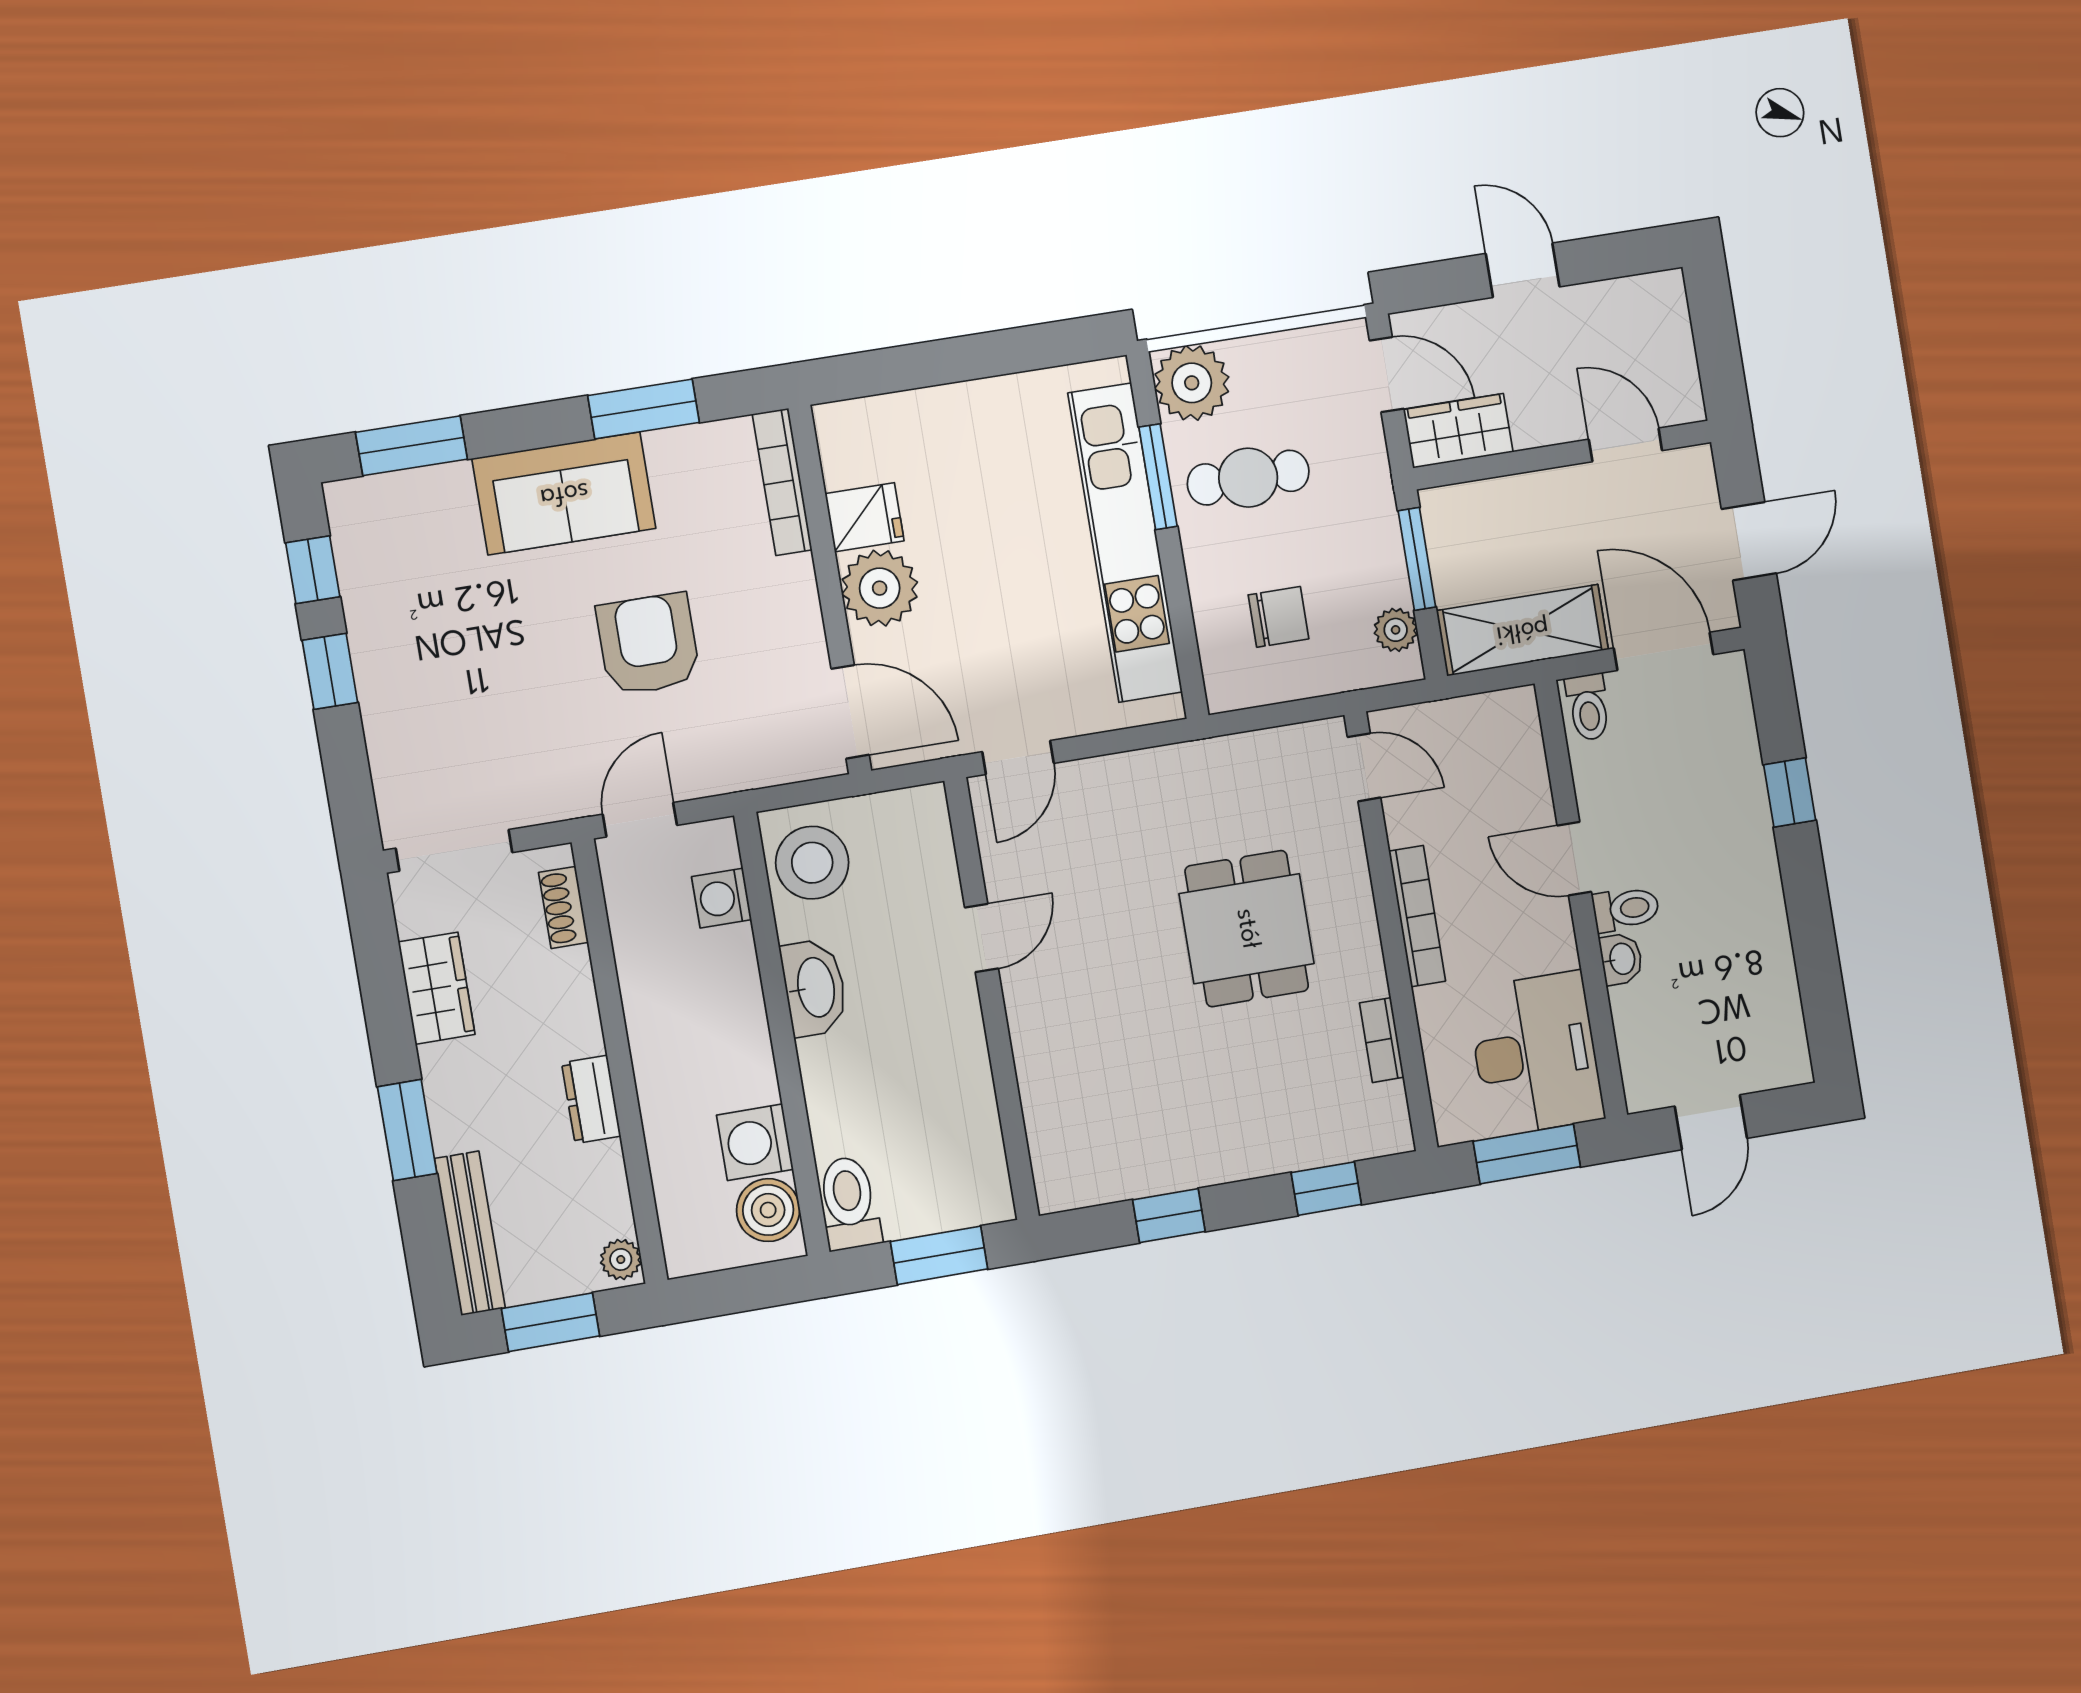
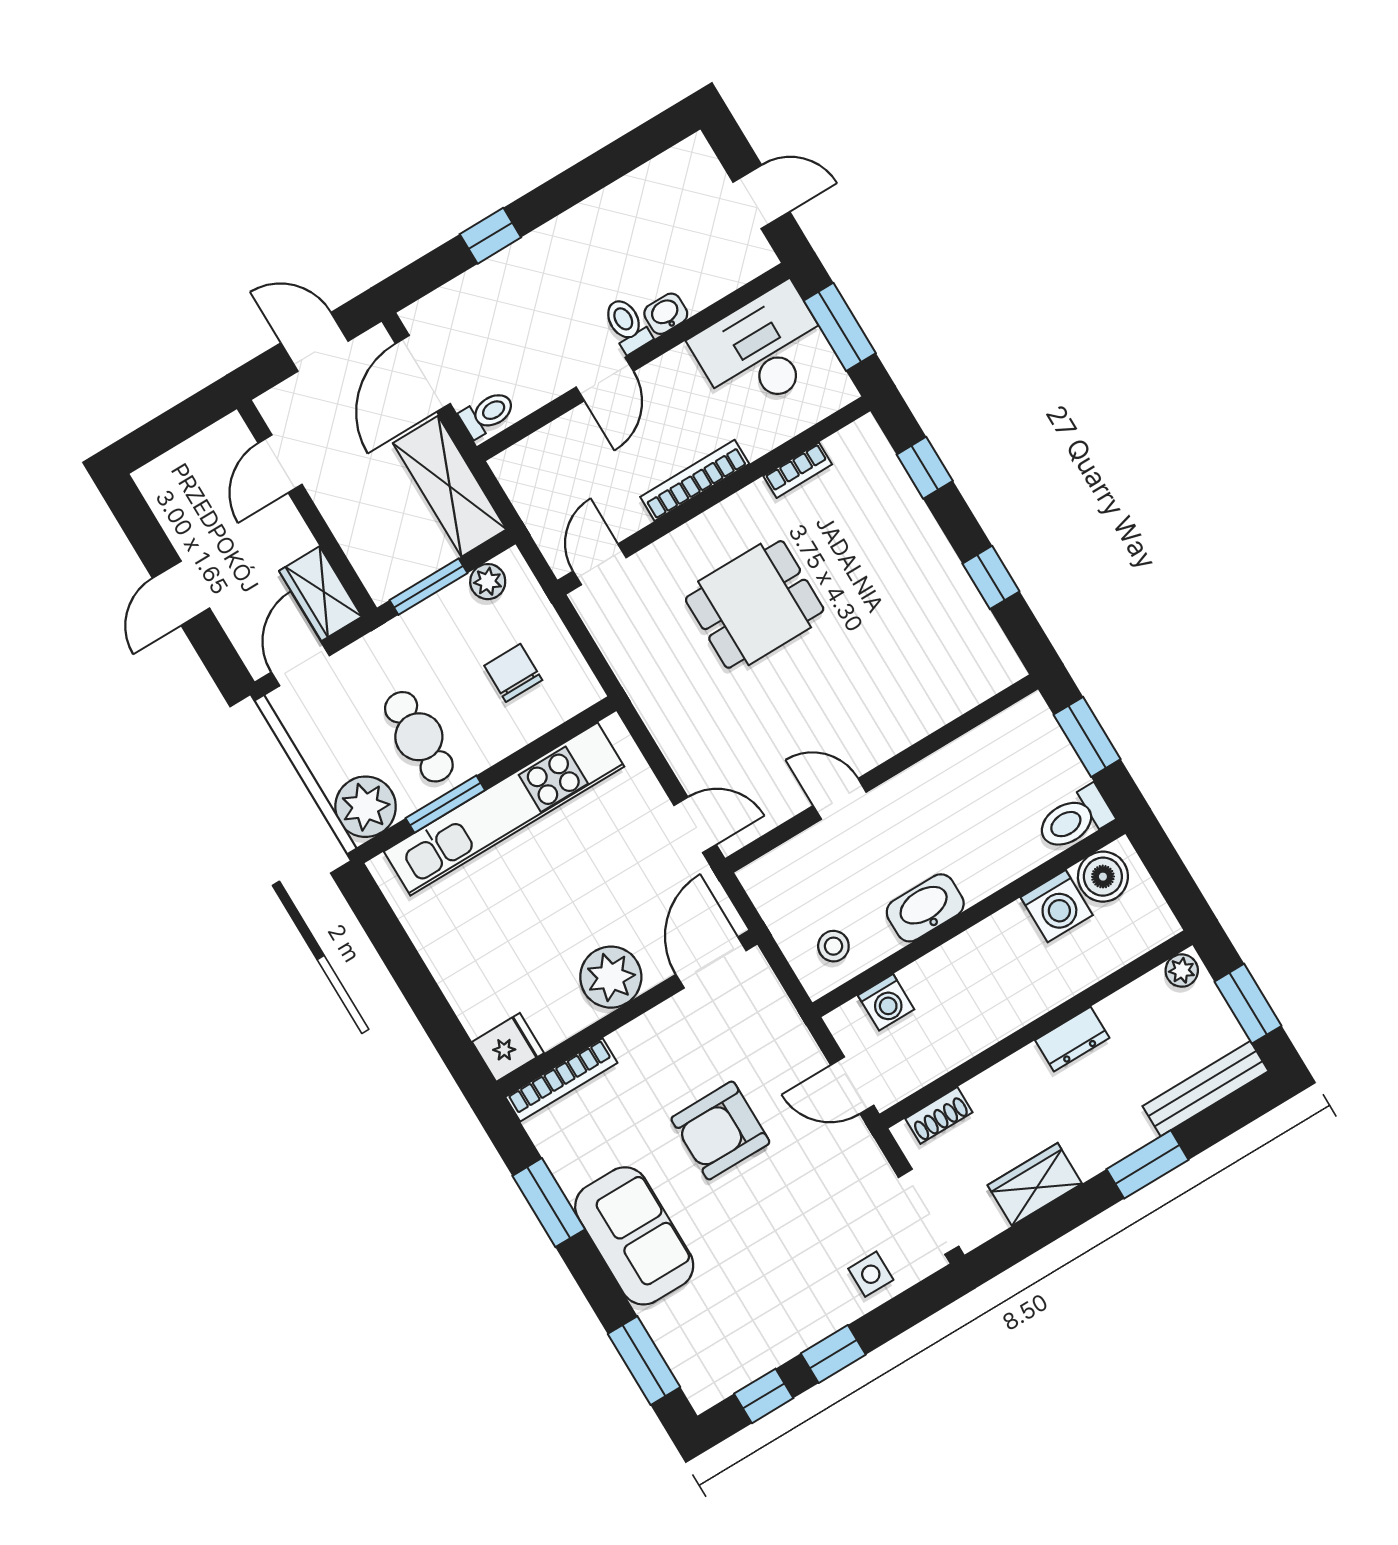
fridge: (865, 517) -> (508, 1047), moved, turned 90
side table: (407, 753) -> (871, 1274), added
stool: (812, 863) -> (833, 946), width x0.53, depth x0.53

